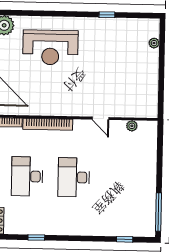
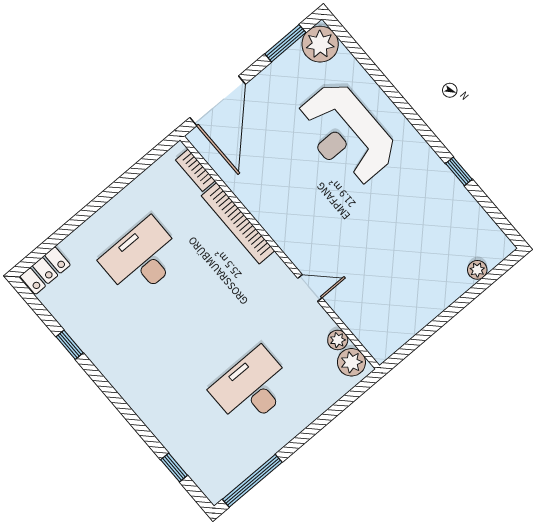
door: (100, 118) -> (310, 288), swing flipped
plant: (146, 128) -> (351, 362), added
desk: (74, 177) -> (252, 388), moved

